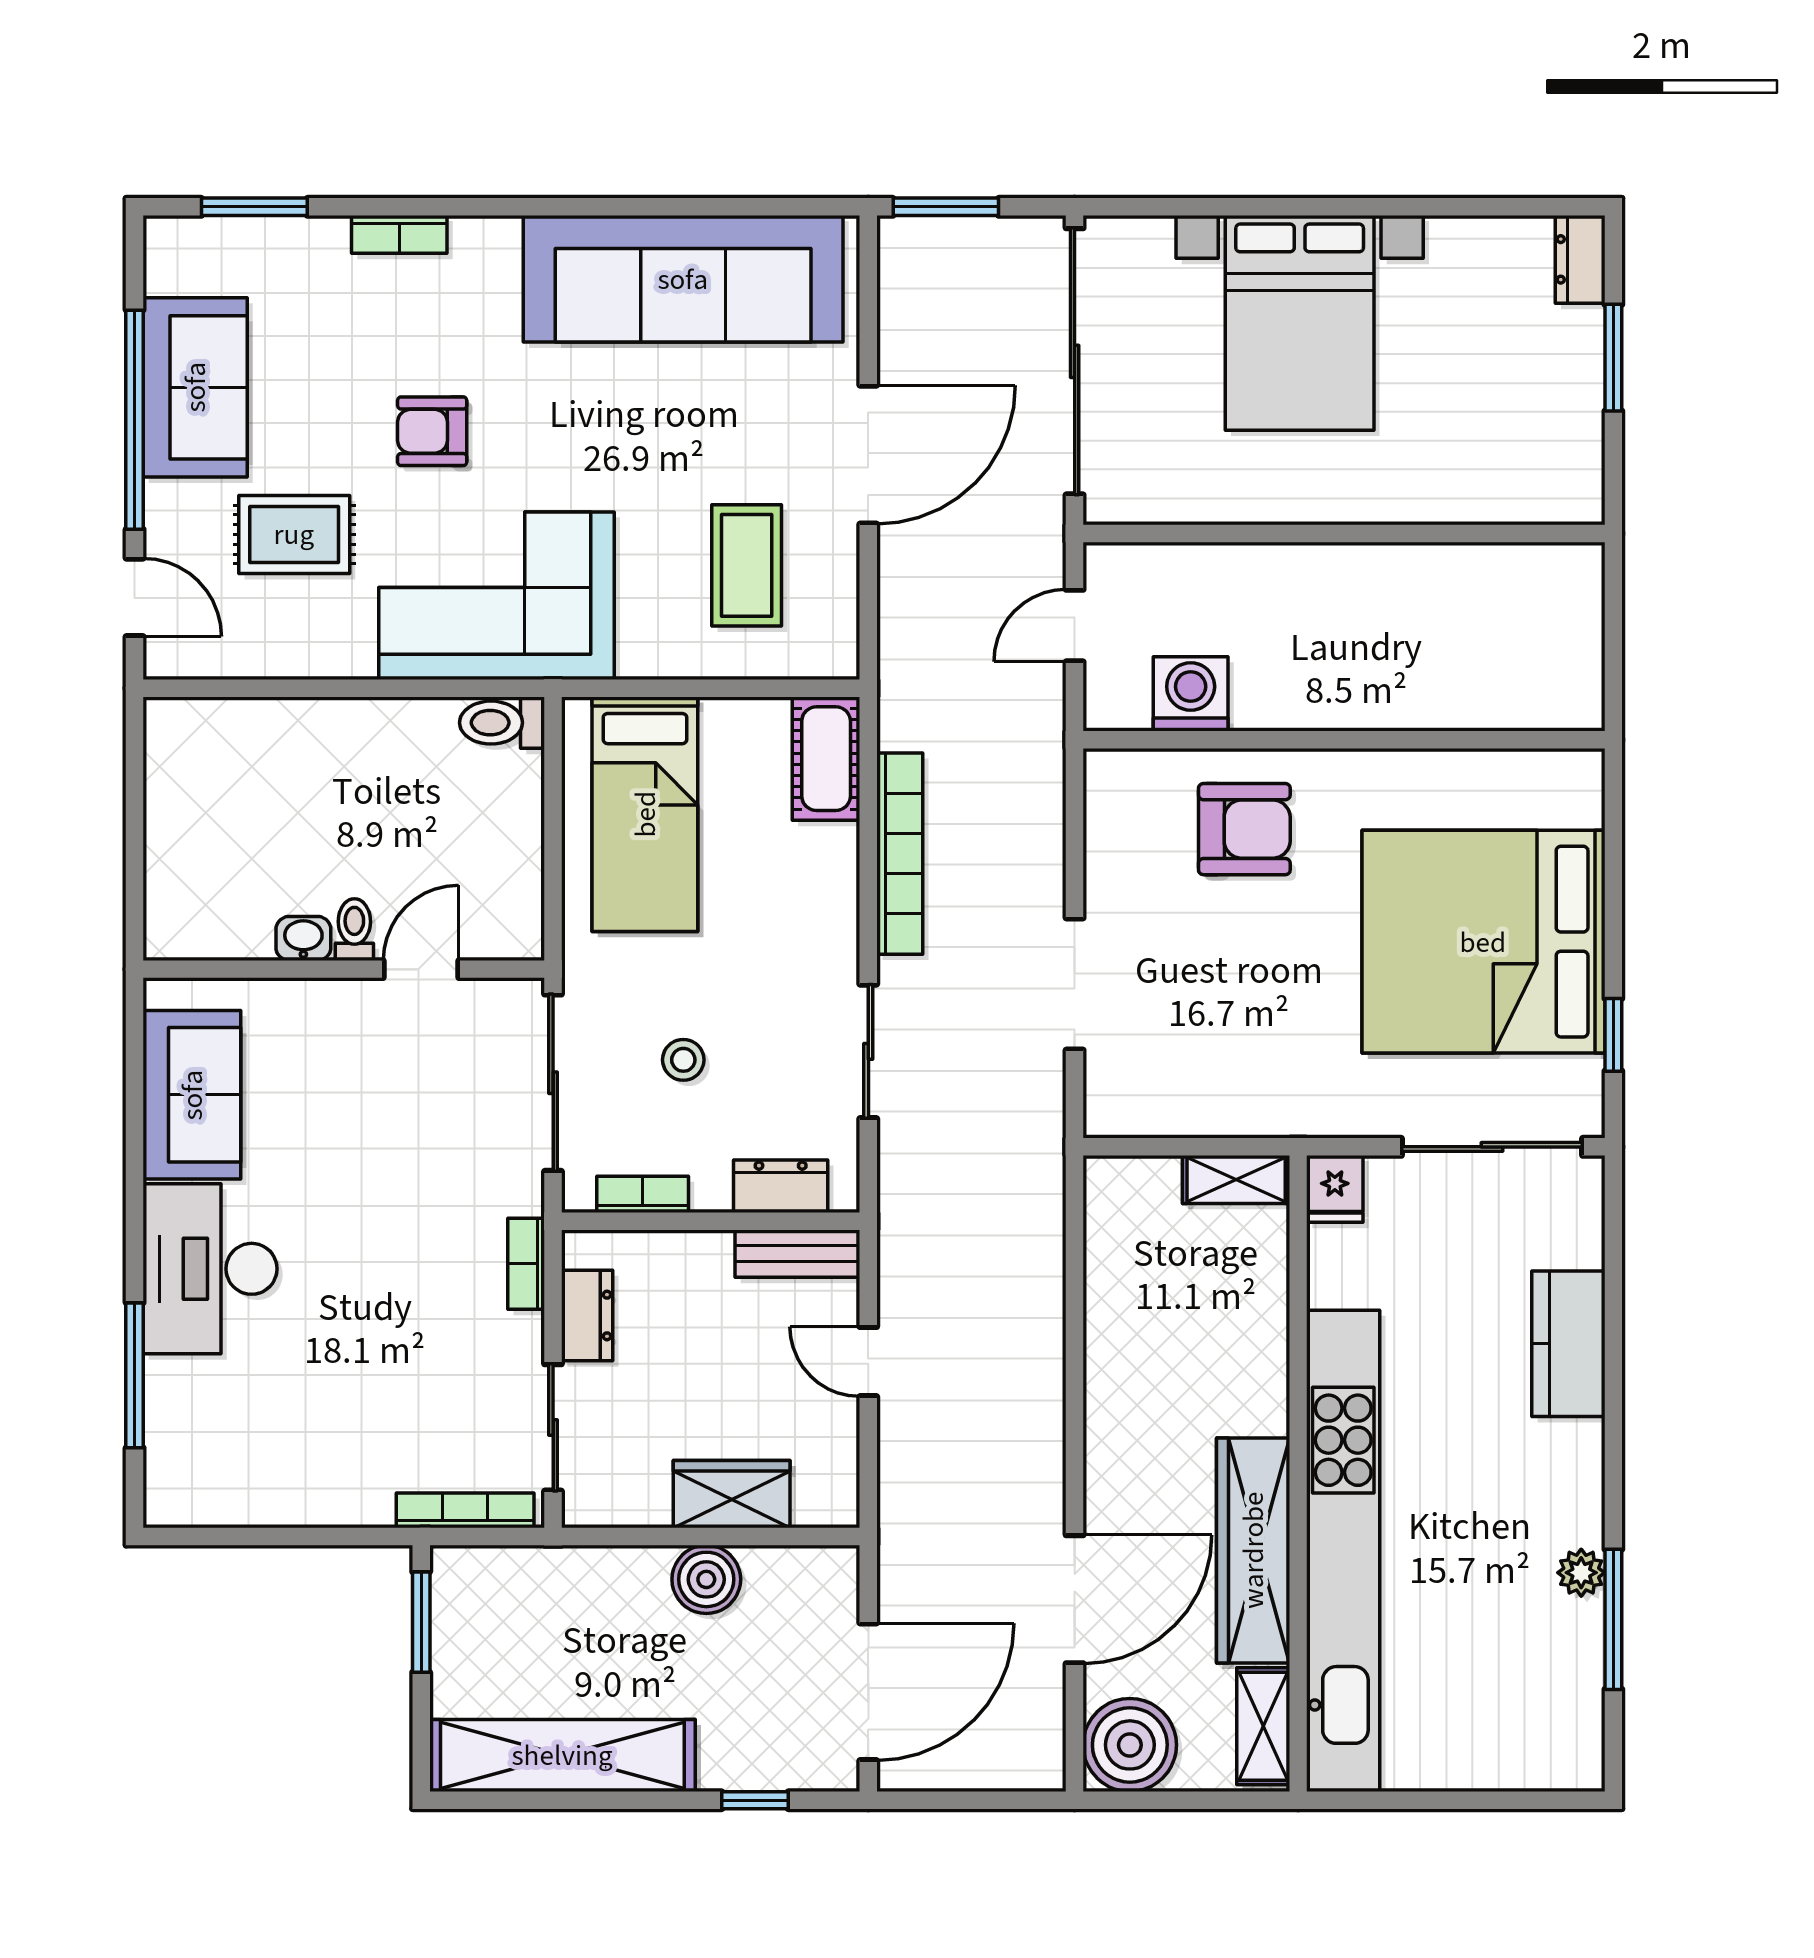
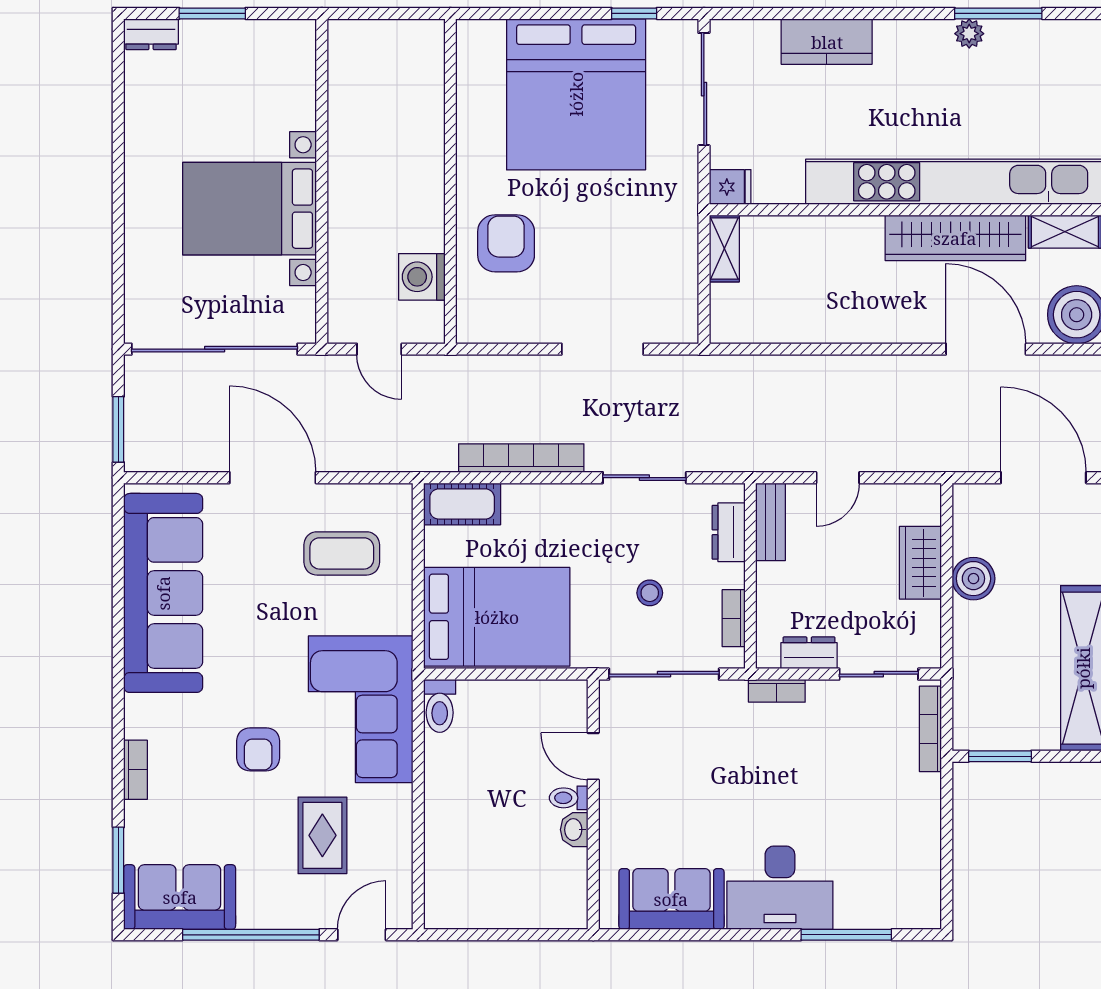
bed with nightstands: (1300, 323) -> (250, 209), moved, turned 180
sofa: (195, 387) -> (180, 897), moved
bed: (645, 814) -> (497, 617), width x1.50

